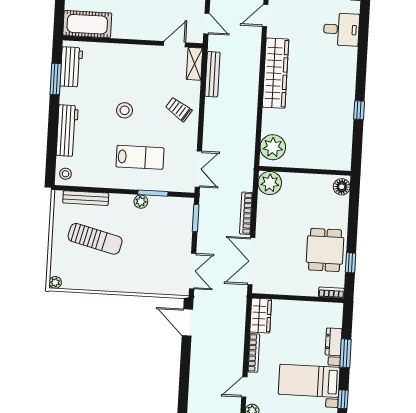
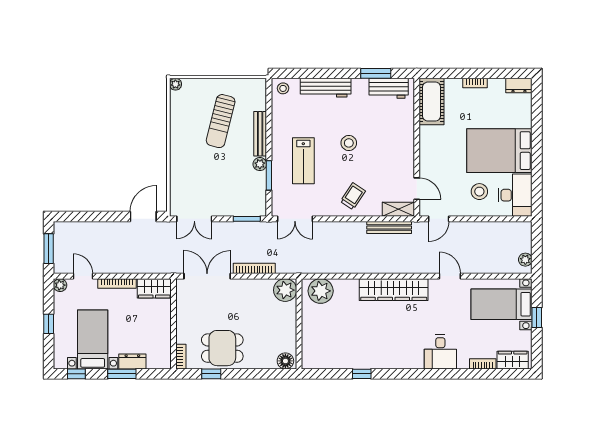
bench: (86, 198) -> (260, 134), moved

